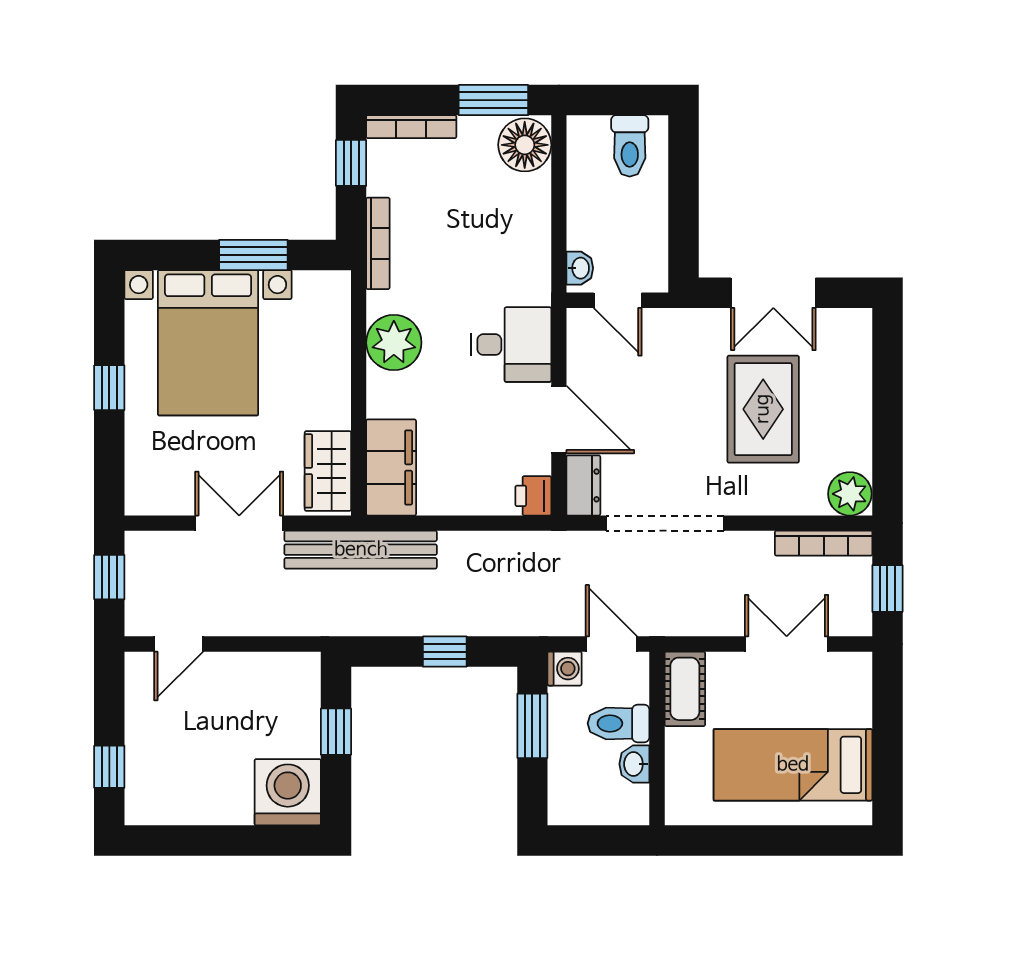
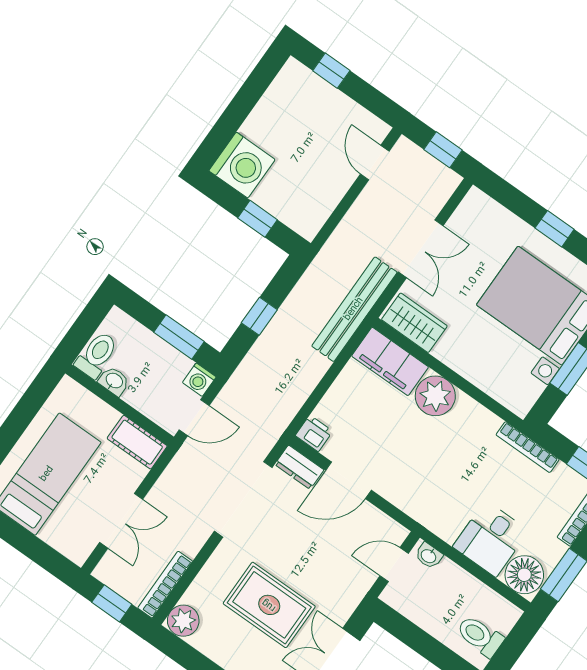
plant: (394, 343) -> (435, 396), moved
desk: (511, 345) -> (491, 539), moved
toilet: (619, 723) -> (97, 355), moved

